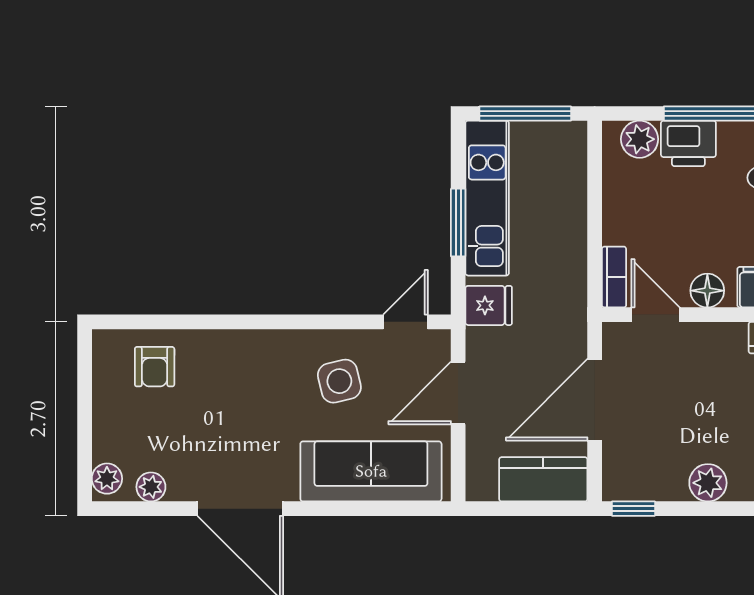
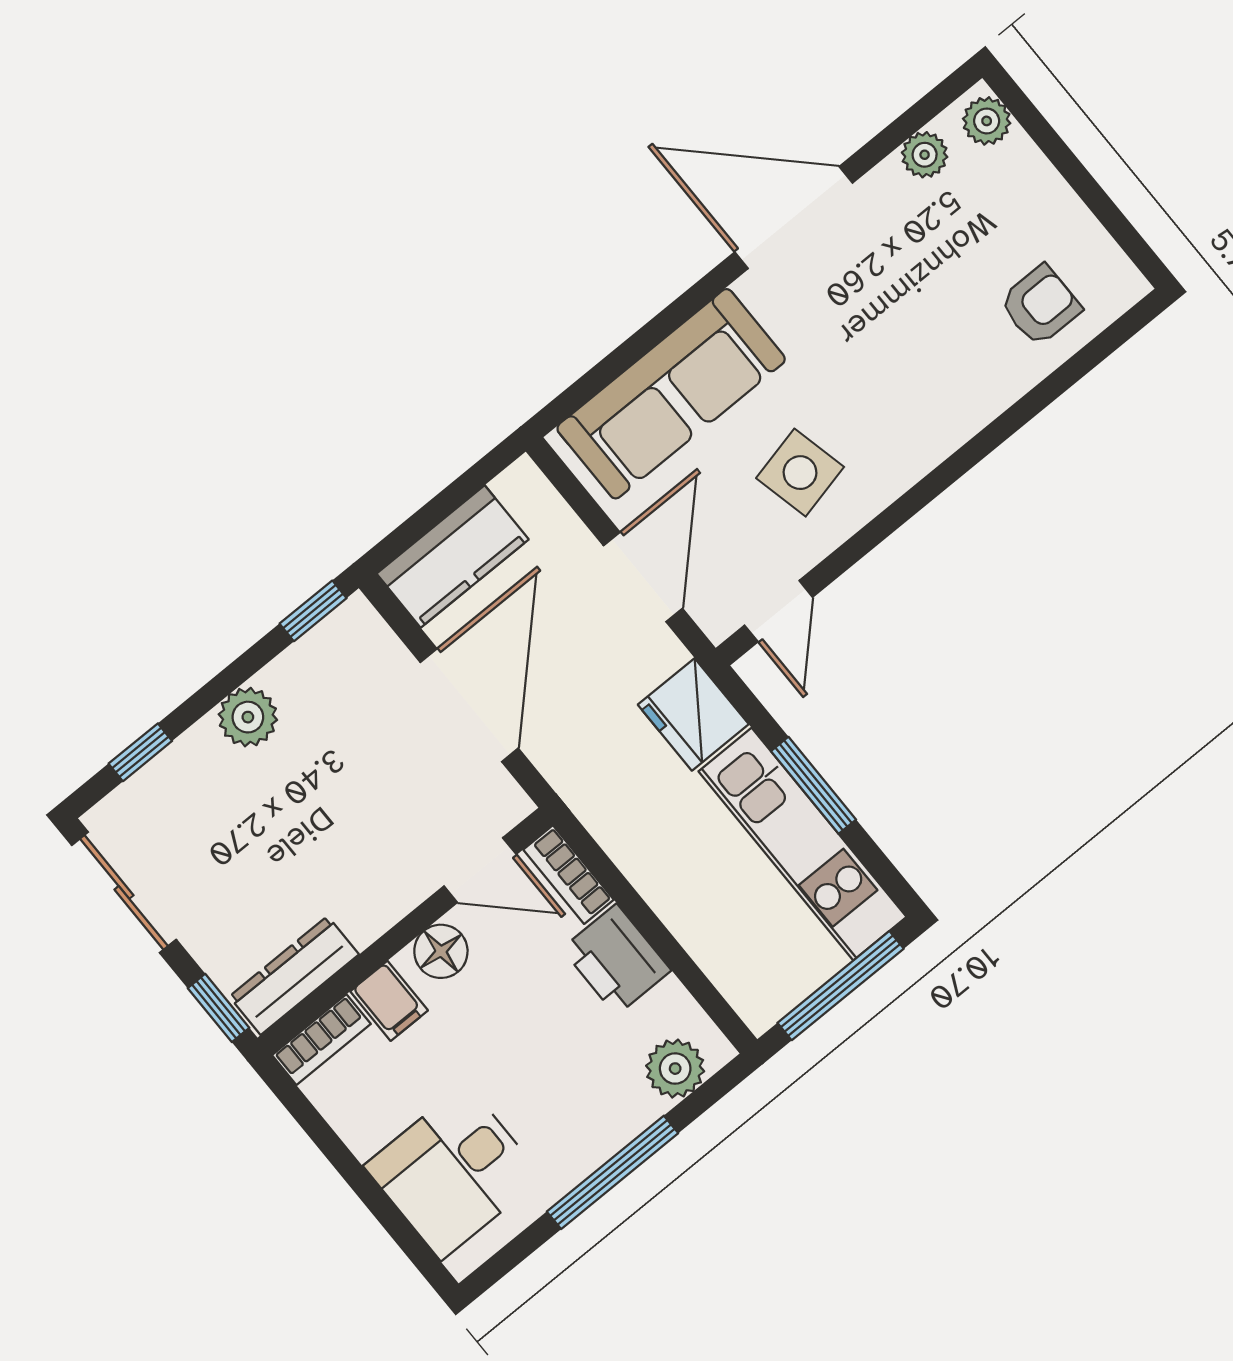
printer: (688, 143) -> (616, 960), moved, turned -90
fridge: (489, 305) -> (693, 714), width x1.38
armchair: (155, 367) -> (1040, 305), turned 90

